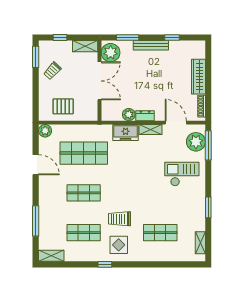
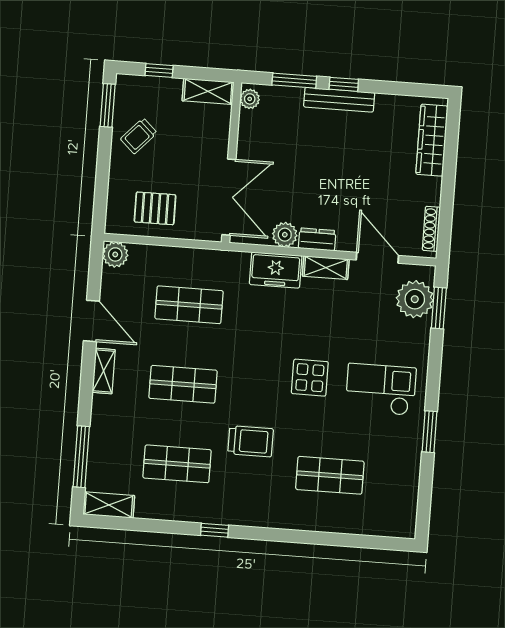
window: (172, 37) -> (344, 84), moved
plant: (111, 53) -> (250, 99), width x0.53, depth x0.53
wardrobe: (198, 77) -> (432, 140), moved
double door: (100, 81) -> (229, 197), moved
window: (208, 145) -> (439, 308), width x0.69
shop shelf: (84, 153) -> (189, 305), width x0.70, depth x0.74
checkout: (182, 174) -> (381, 389), moved
trolley: (119, 219) -> (251, 441), turned 180
window: (36, 221) -> (81, 457), moved
shelving: (200, 243) -> (104, 371), moved
display table: (119, 245) -> (310, 378), moved

